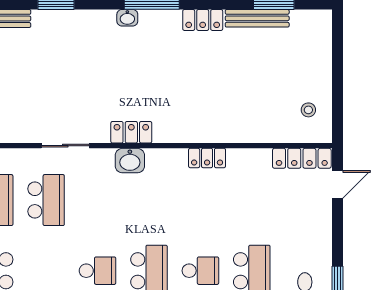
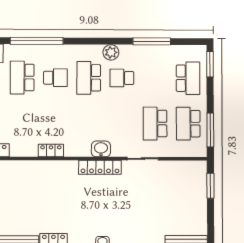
locker: (131, 132) -> (100, 167), width x1.53
school desk: (200, 271) -> (55, 78), turned 180

